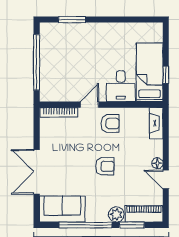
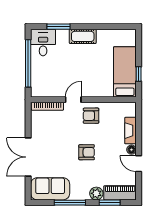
cot: (100, 31) -> (83, 36), added
desk: (121, 86) -> (43, 43), moved, turned 180
armchair: (110, 123) -> (91, 116), turned 180
fireplace: (156, 123) -> (130, 131), moved
window: (85, 225) -> (70, 203), width x0.68

